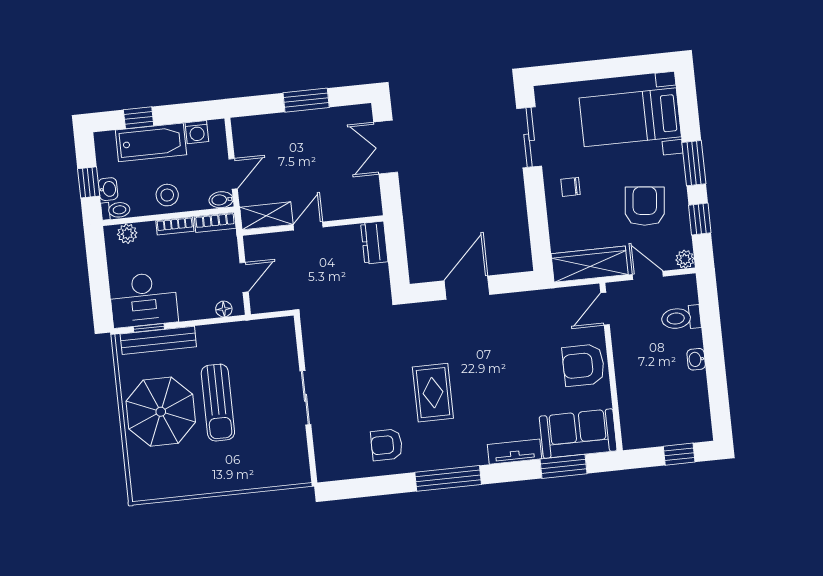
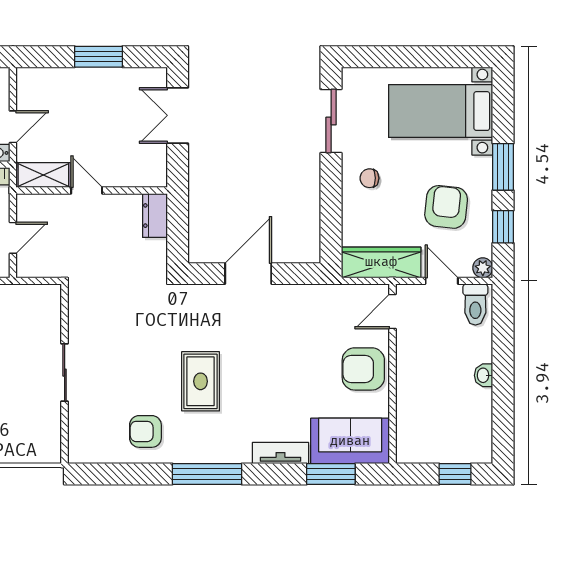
door: (308, 226) -> (87, 190), hinge flipped
toilet: (681, 318) -> (475, 304), moved, turned -90

